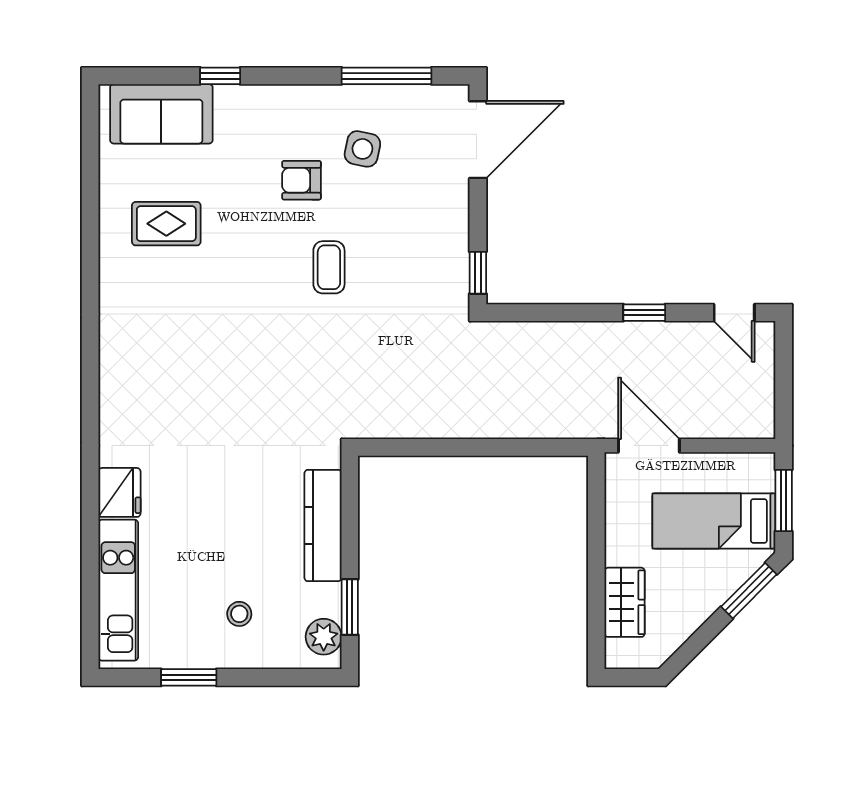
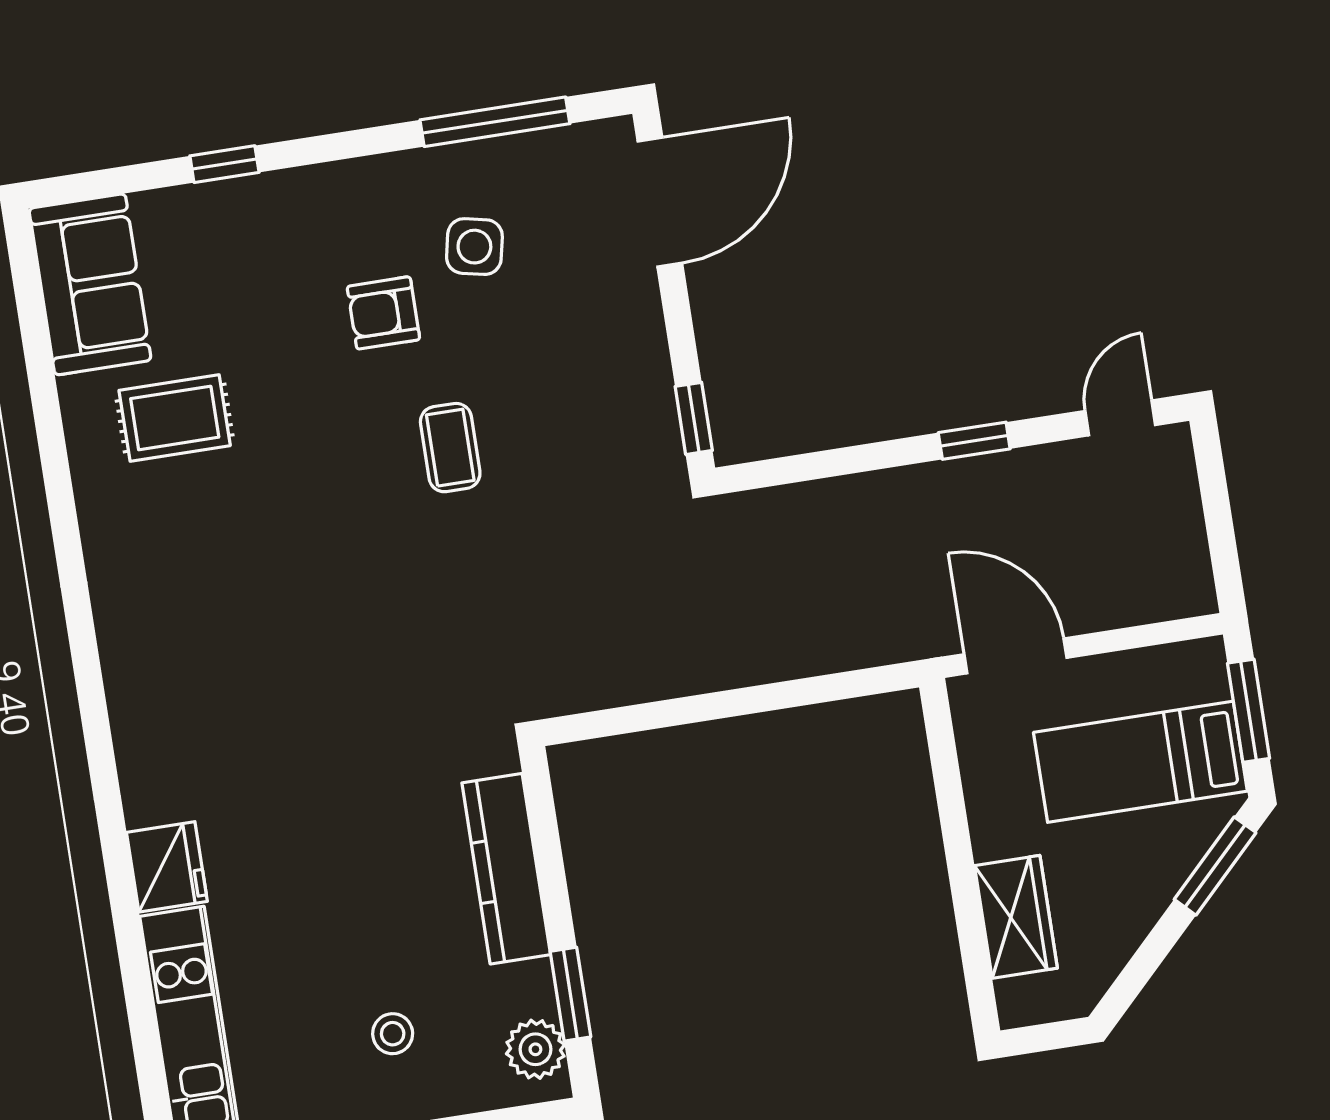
sofa: (161, 114) -> (90, 284), moved, turned -90
door: (734, 313) -> (1120, 418), swing flipped

